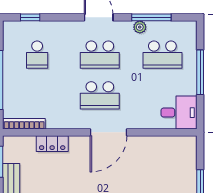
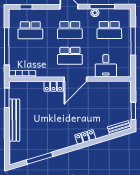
school desk: (37, 55) -> (30, 30), width x1.85
desk: (179, 113) -> (106, 66), moved, turned 90
locker: (52, 144) -> (53, 86), moved

